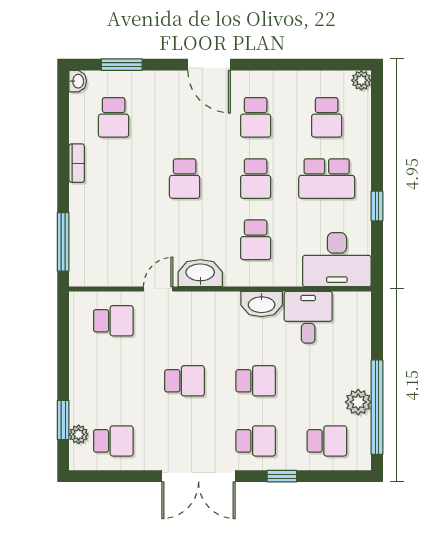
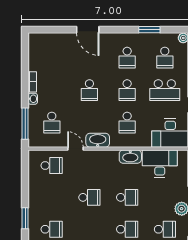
window: (122, 65) -> (149, 30), moved
door: (209, 65) -> (88, 30), moved
washbasin: (78, 81) -> (33, 99), moved
school desk: (114, 117) -> (52, 123), moved
door: (158, 289) -> (75, 149), hinge flipped
desk: (308, 317) -> (160, 164), width x1.37
plant: (79, 434) -> (33, 226), removed

